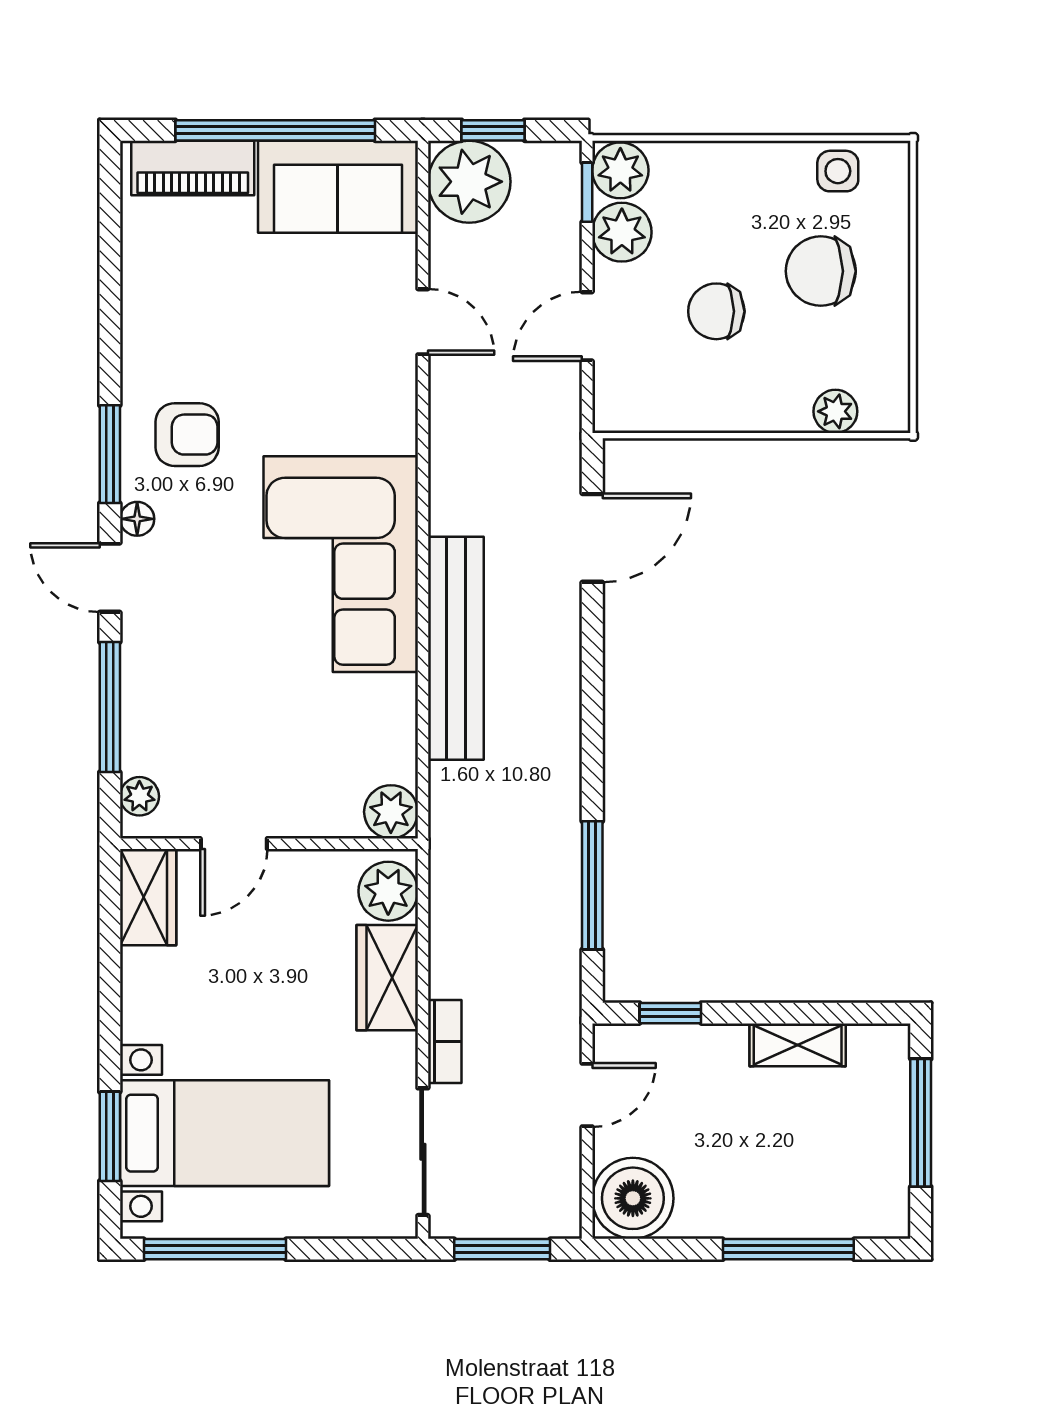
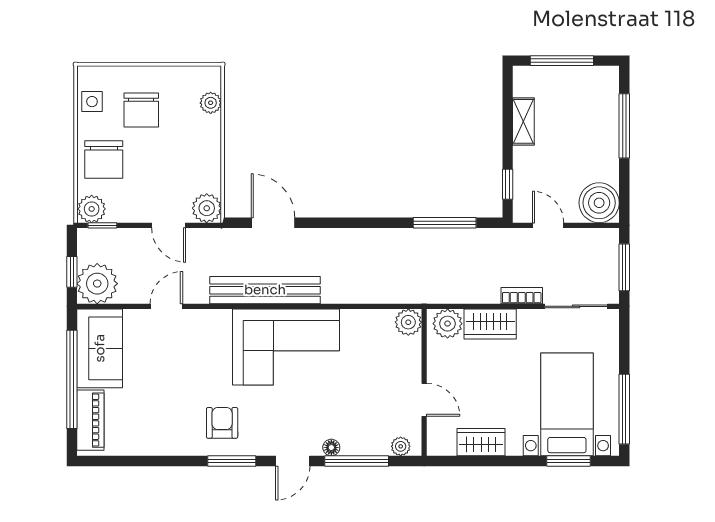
plant: (622, 232) -> (207, 208), moved
chair: (716, 311) -> (104, 160), moved, width x1.37, depth x1.37
floor lamp: (137, 519) -> (331, 448), moved
bench: (456, 648) -> (265, 290), moved
wardrobe: (148, 897) -> (481, 442), moved

